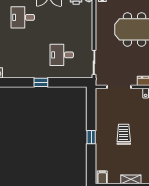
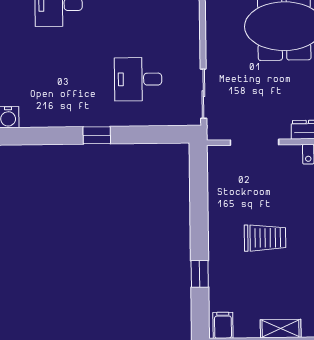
trolley: (124, 134) -> (265, 238), turned 90
window: (91, 137) -> (200, 274), moved

